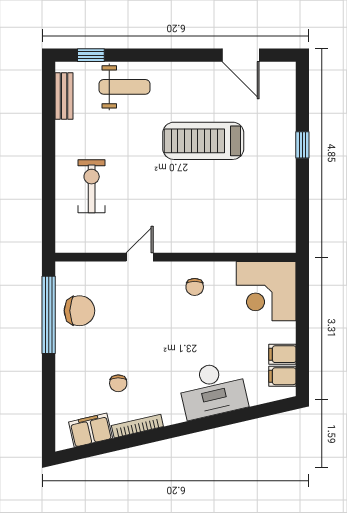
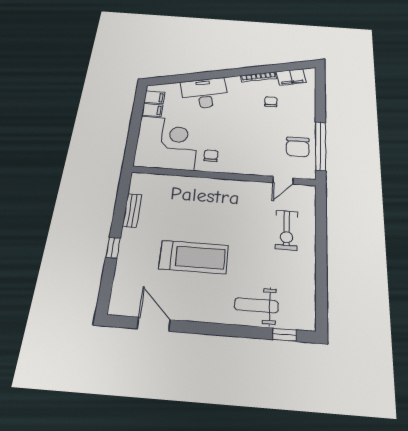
bench: (64, 96) -> (132, 210), moved
door: (140, 257) -> (283, 180), moved
corner desk: (266, 291) -> (167, 143), width x1.36, depth x1.36
chair: (79, 311) -> (298, 147), turned -90

